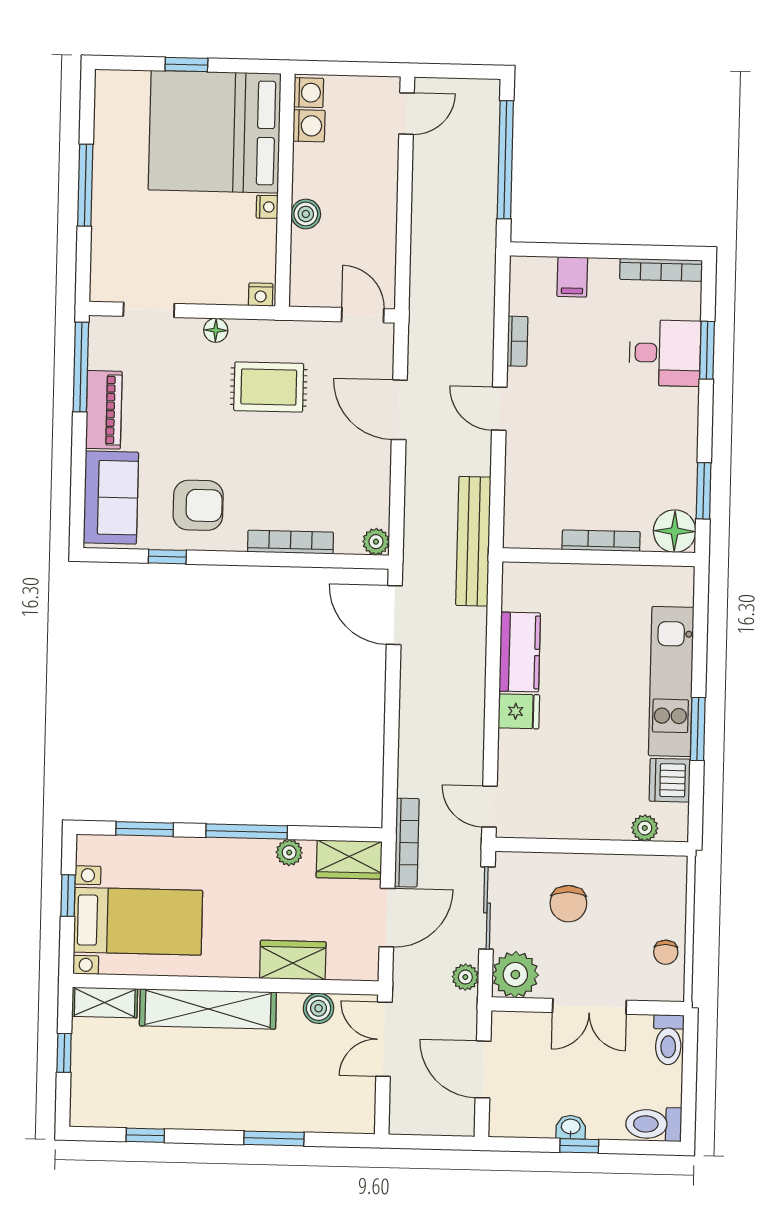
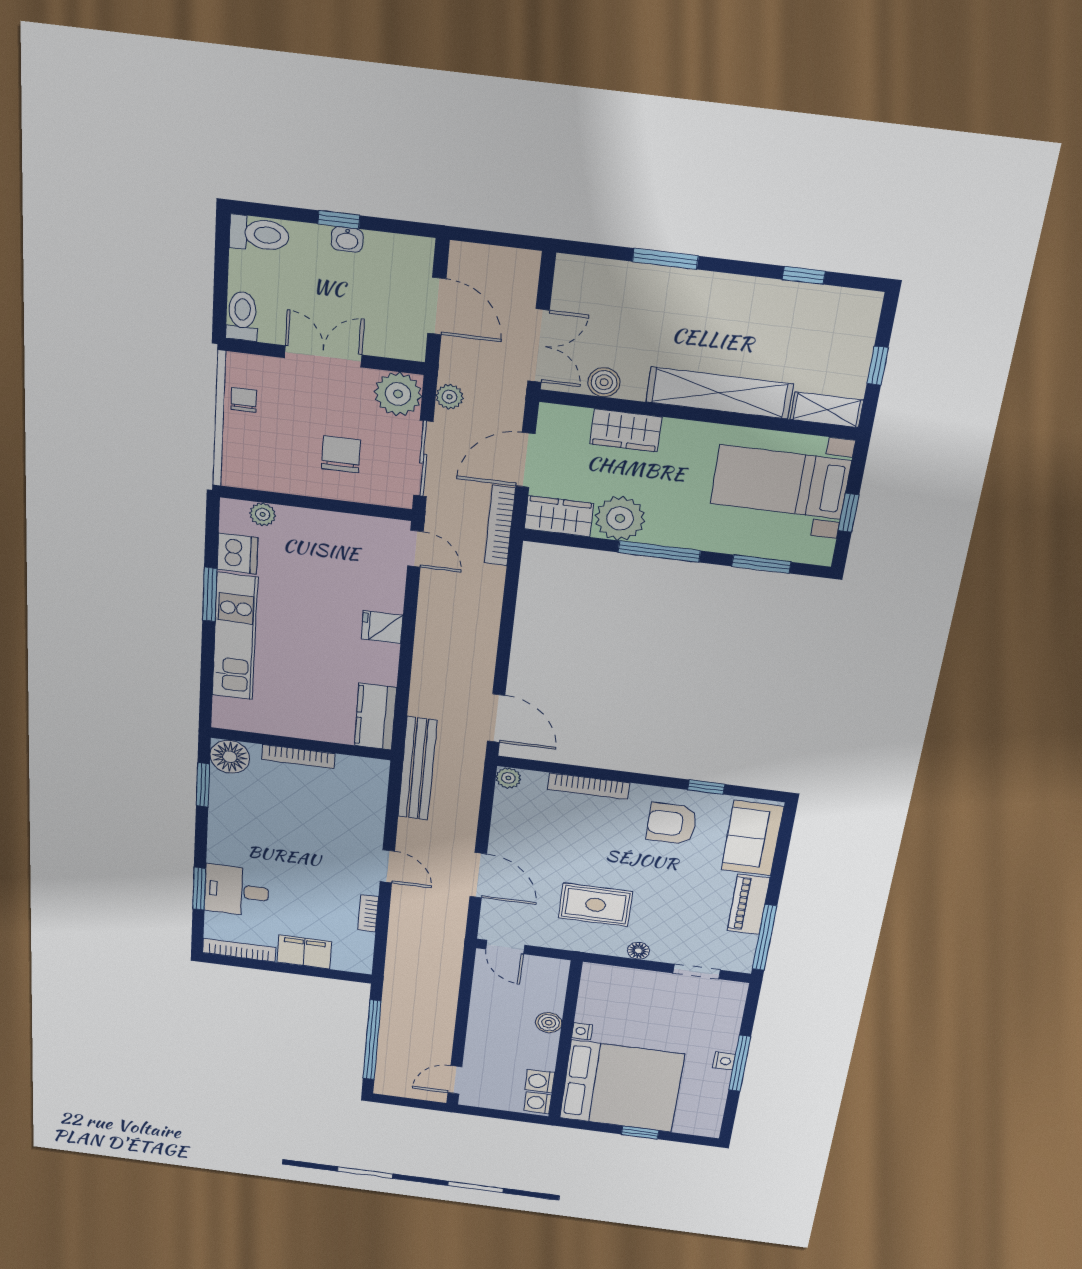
filing cabinet: (572, 277) -> (304, 952), width x2.00
nightstand: (261, 295) -> (724, 1061), moved, turned 90
kitchen counter: (520, 652) -> (375, 717), moved
plant: (289, 852) -> (620, 518), width x1.88, depth x1.88

